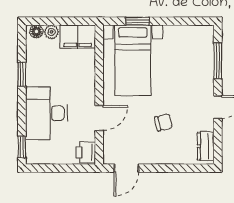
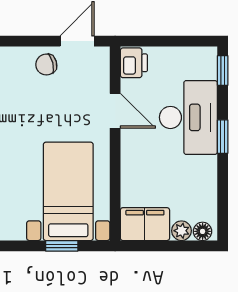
window: (22, 74) -> (223, 137), moved
door: (99, 118) -> (115, 111), swing flipped
chair: (164, 122) -> (46, 65), moved

